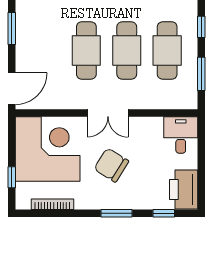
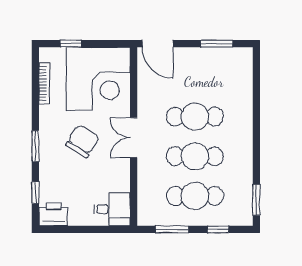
printer: (184, 189) -> (53, 214), width x0.73, depth x0.84

